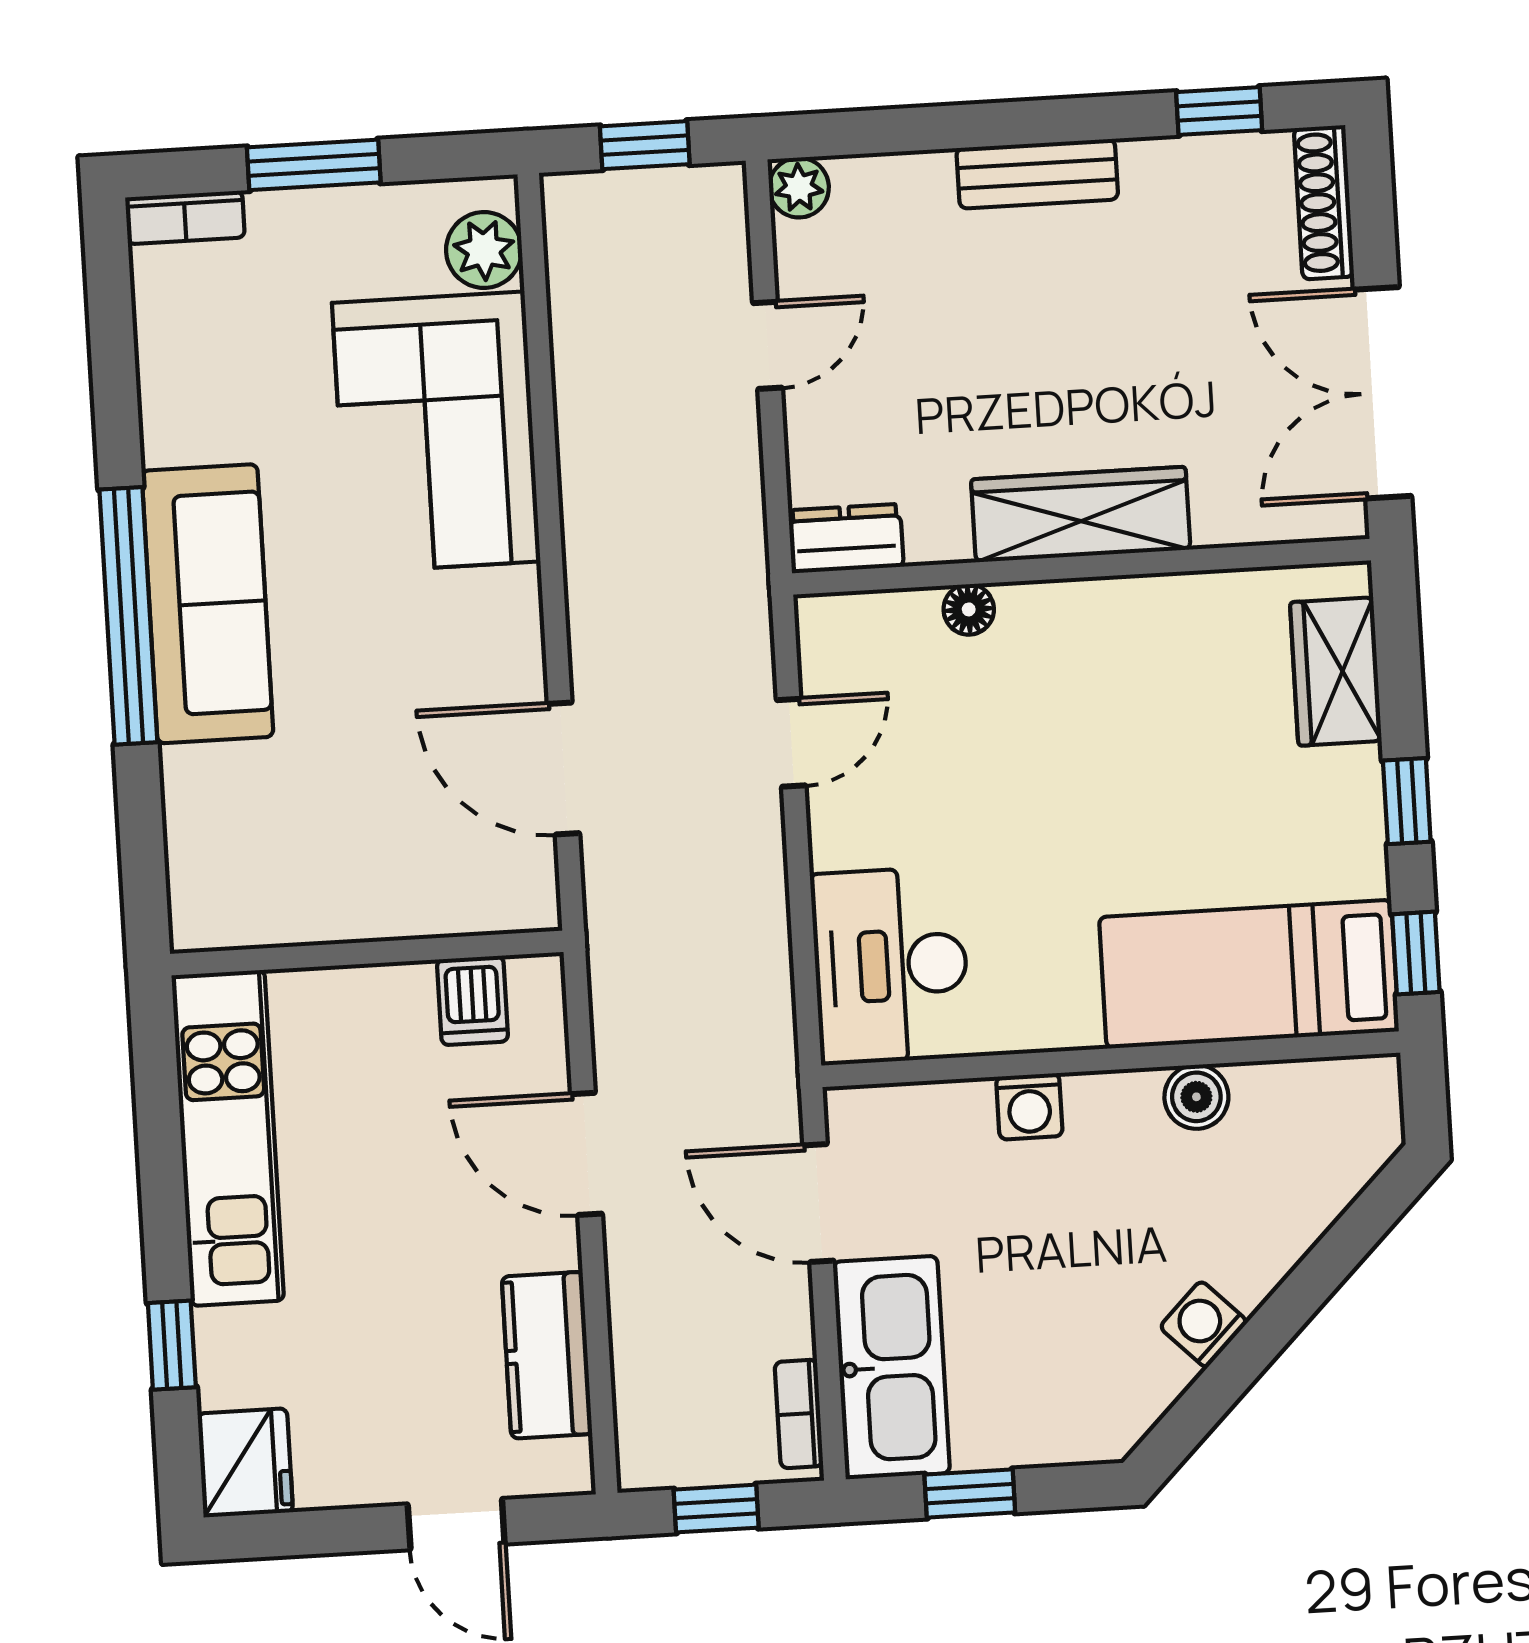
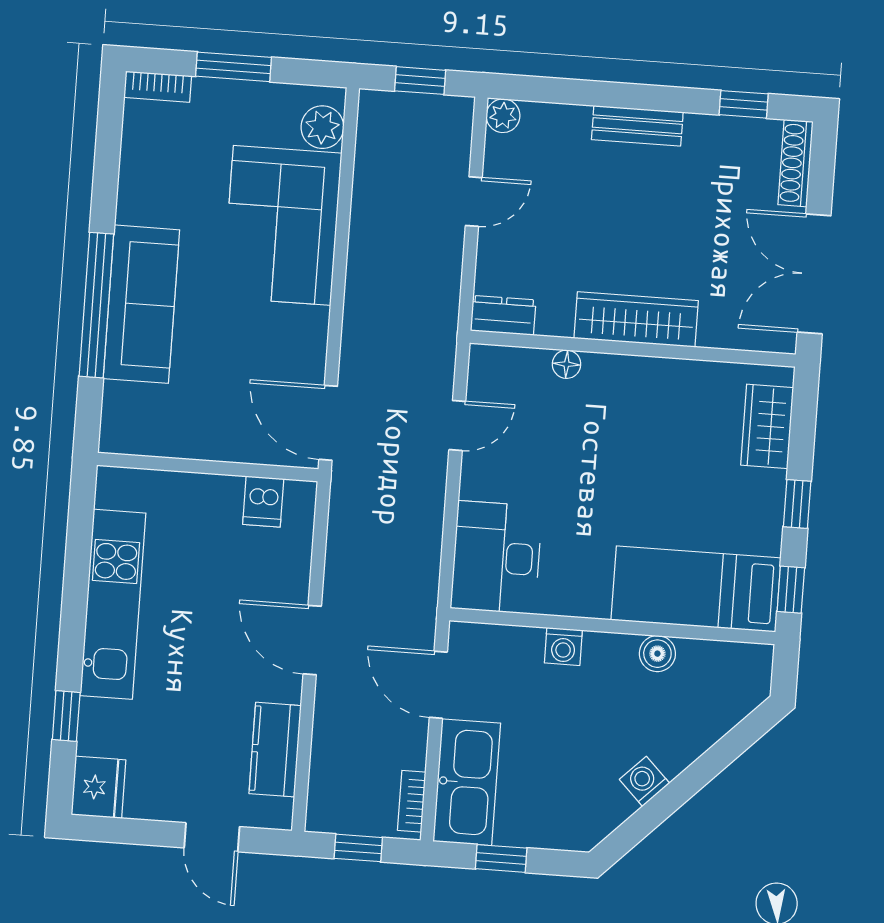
wall: (367, 953) -> (208, 467), moved
dishwasher: (473, 1000) -> (263, 502), moved

